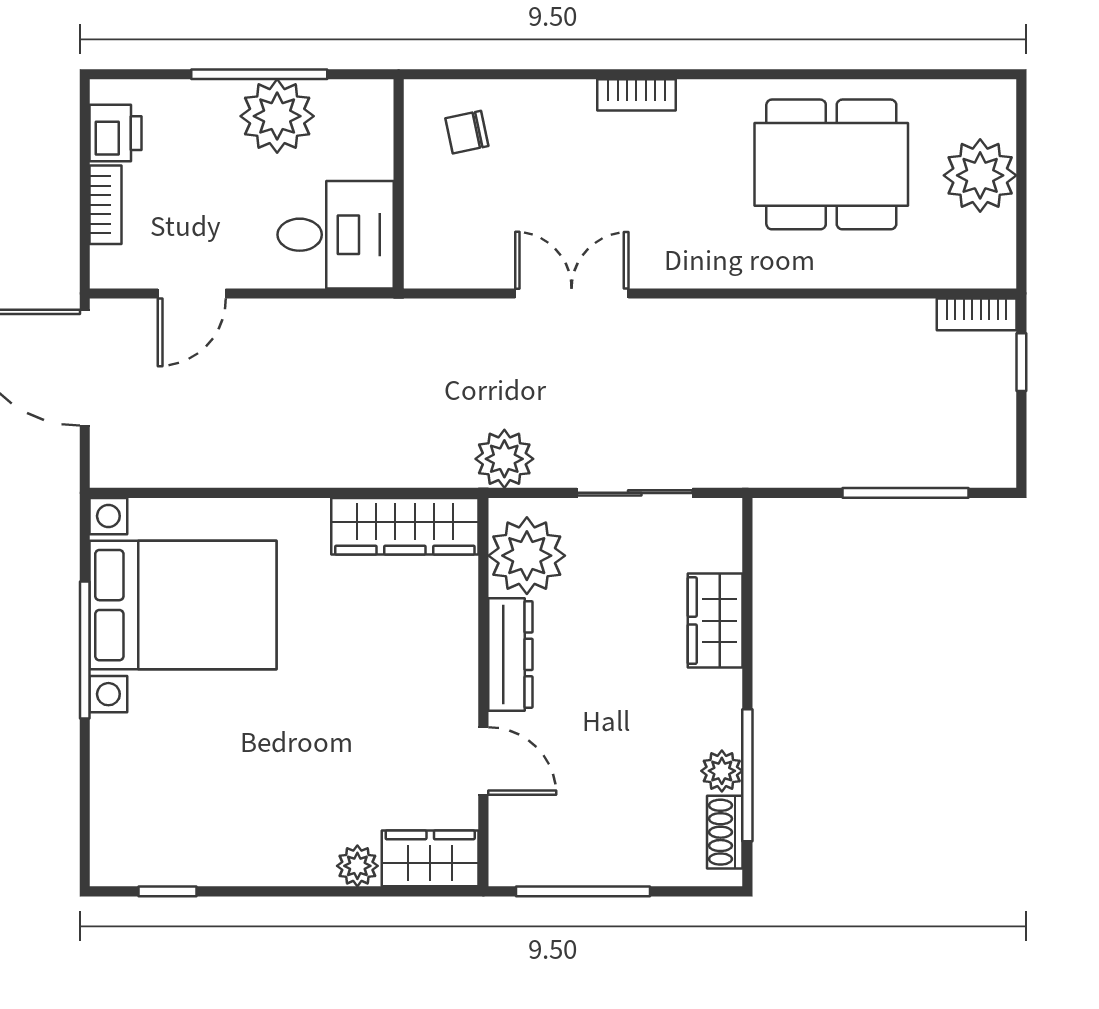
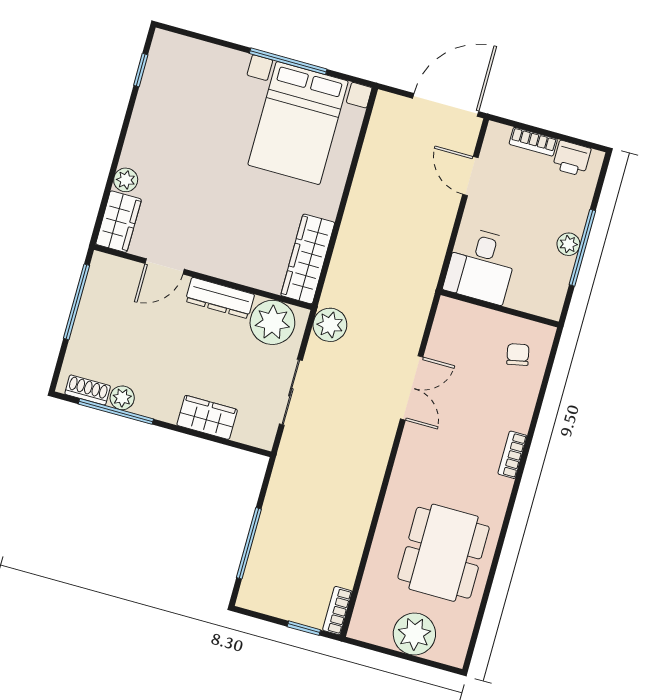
plant: (277, 116) -> (568, 244), width x0.53, depth x0.53

